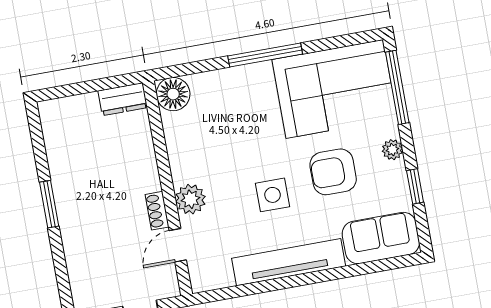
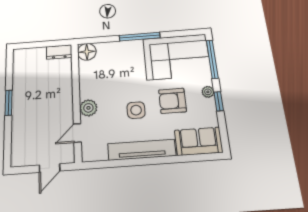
window: (415, 186) -> (219, 101), moved
shoe rack: (157, 211) -> (68, 112), removed

